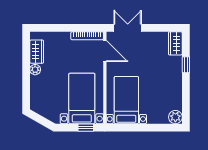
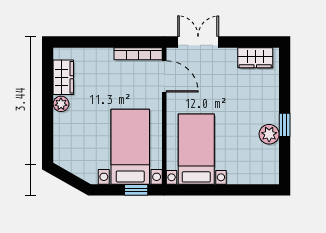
wardrobe: (175, 43) -> (255, 58), moved, turned -90
window: (186, 65) -> (285, 125), moved
plant: (175, 117) -> (269, 134), moved

